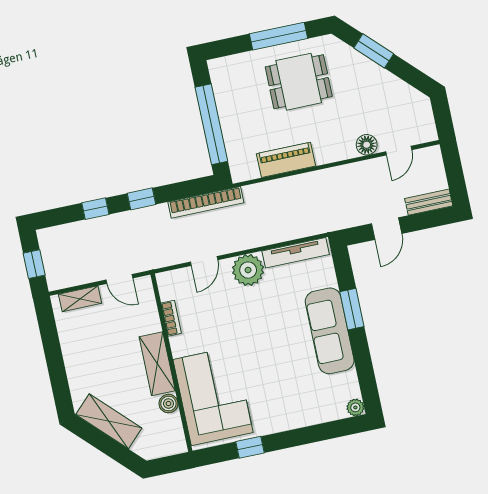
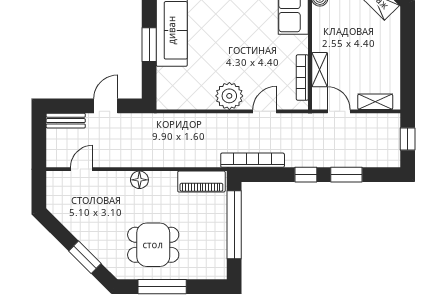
floor lamp: (367, 145) -> (139, 180), moved
piano: (286, 160) -> (201, 182), moved
window: (95, 209) -> (346, 175), width x1.50
tv unit: (296, 253) -> (186, 102), removed
bookcase: (171, 318) -> (302, 77), width x1.56
shelving: (157, 364) -> (320, 70), moved, width x0.67, depth x0.75

